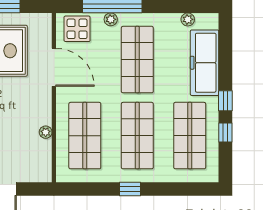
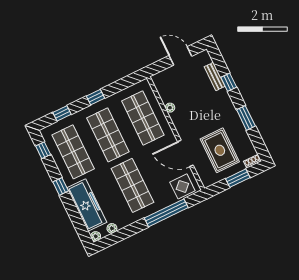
plant: (111, 19) -> (96, 236), moved
window: (225, 133) -> (43, 150), moved
window: (180, 189) -> (62, 113), added

